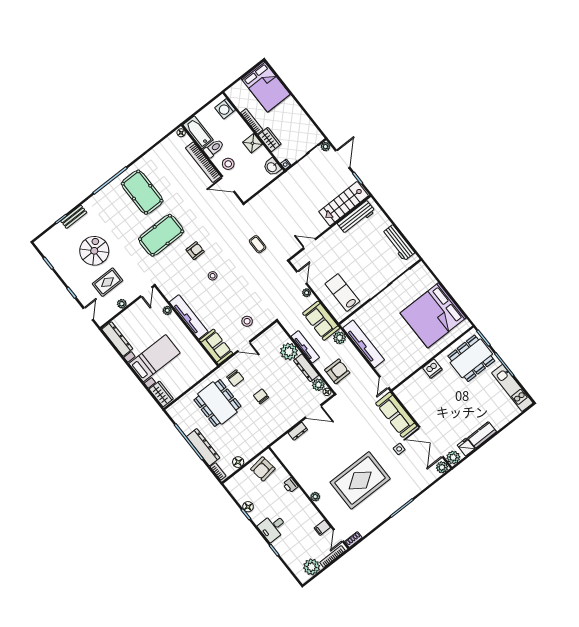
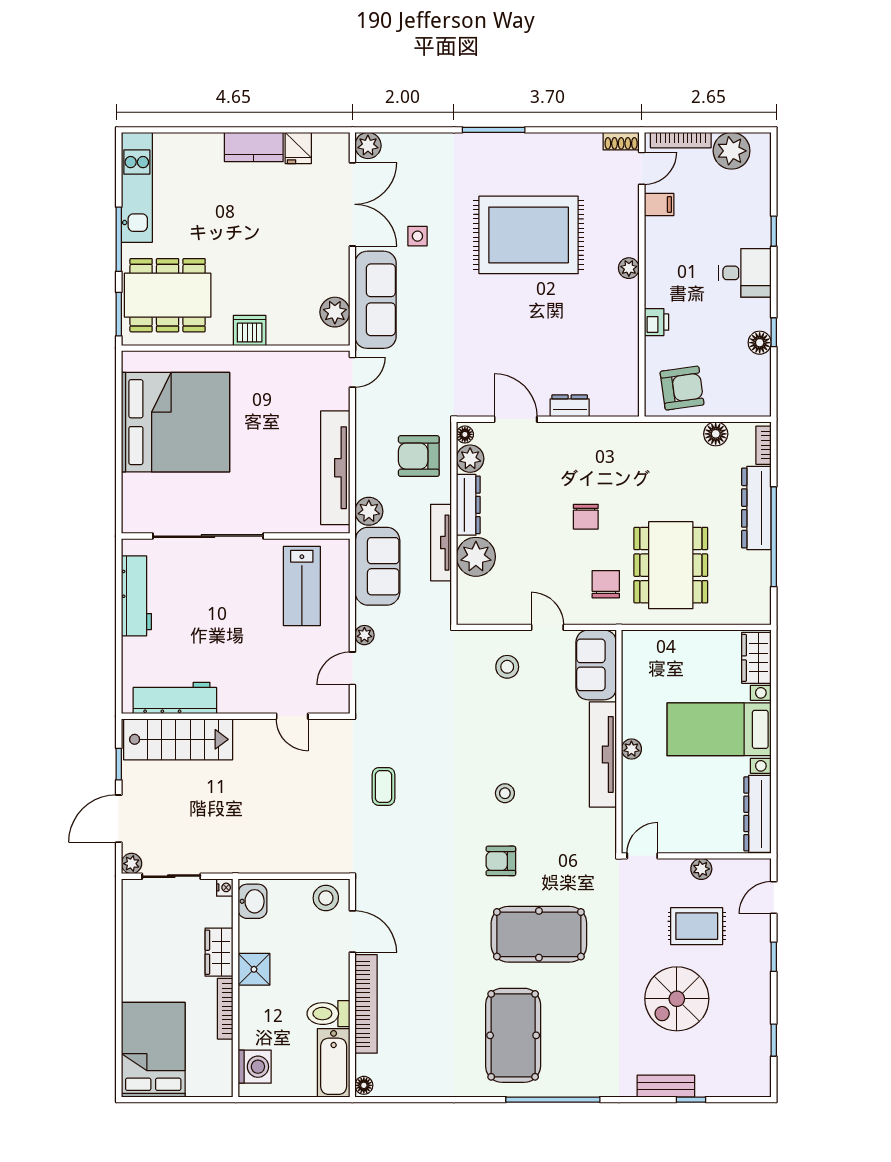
stool: (228, 164) -> (326, 898), moved
plant: (167, 310) -> (631, 749), moved
plant: (453, 457) -> (335, 312), moved

